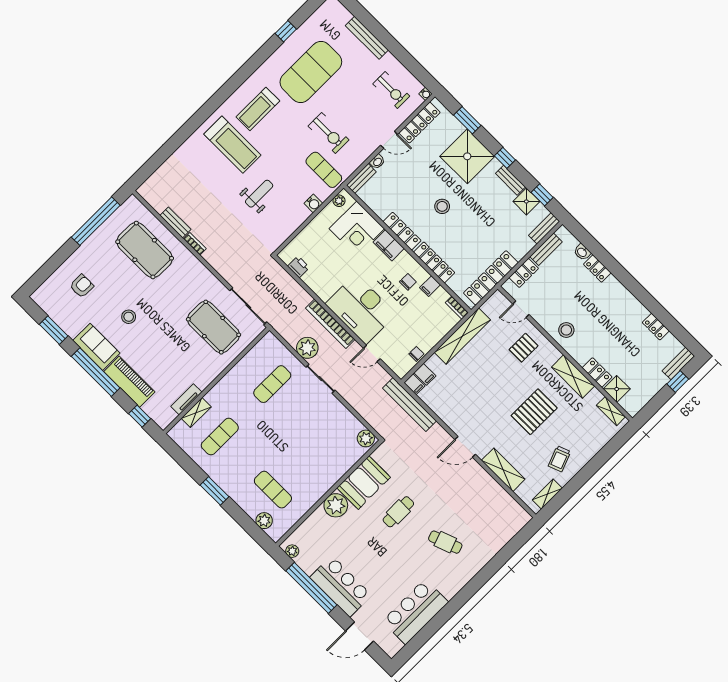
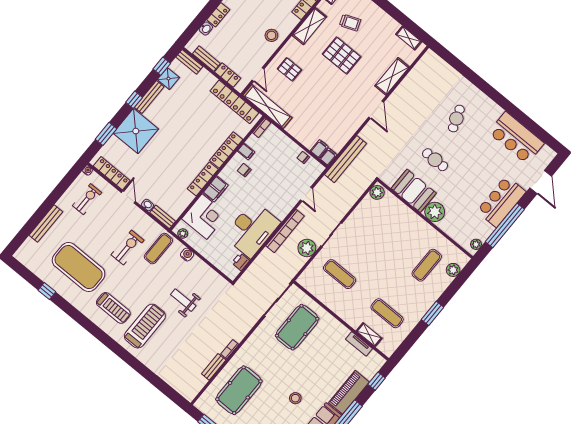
bench: (510, 180) -> (149, 97), width x1.36
stool: (442, 206) -> (179, 148), removed
desk: (361, 309) -> (252, 229), moved
shelving: (462, 336) -> (267, 107), moved
trolley: (559, 459) -> (350, 23), moved

